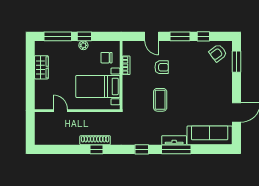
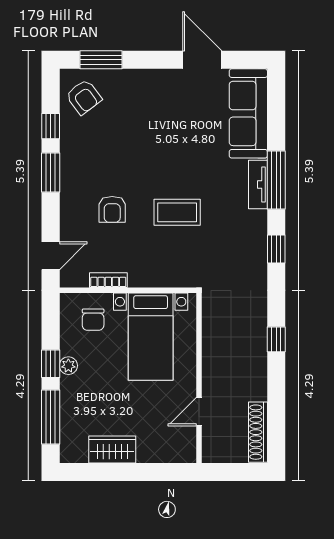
door: (152, 36) -> (51, 256), moved
armchair: (162, 67) -> (112, 209), turned 180
shoe rack: (95, 140) -> (258, 432), moved

